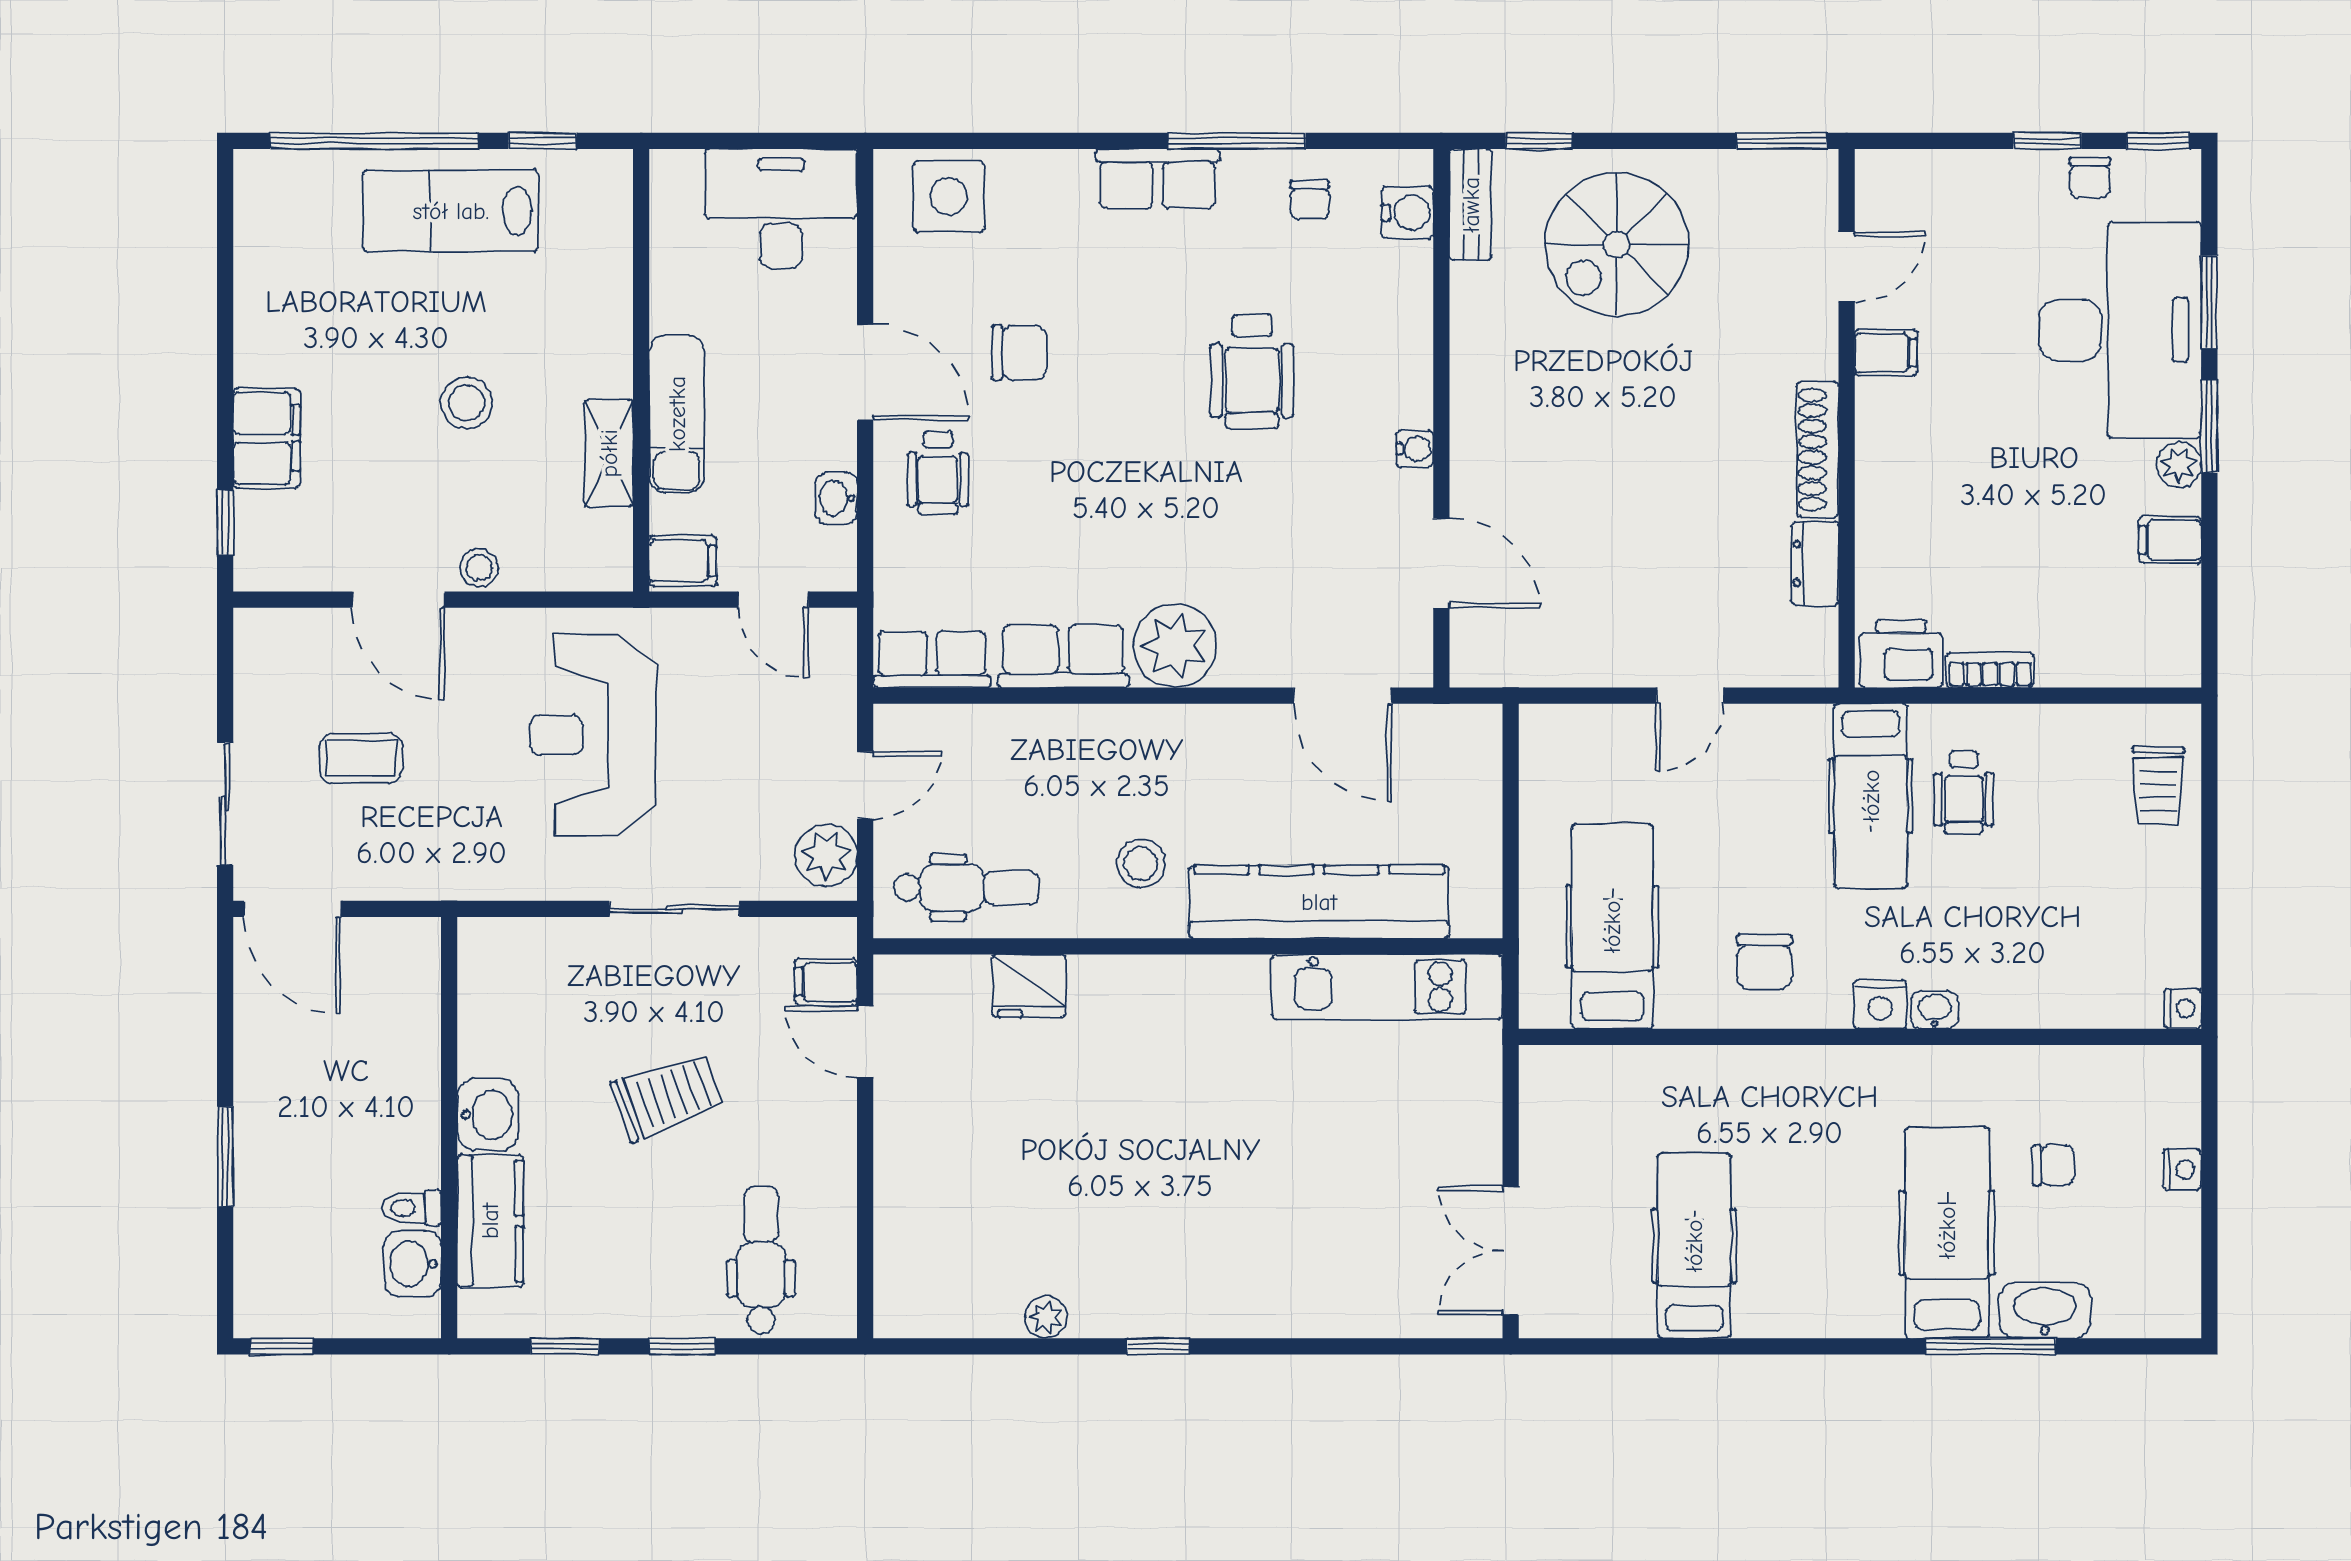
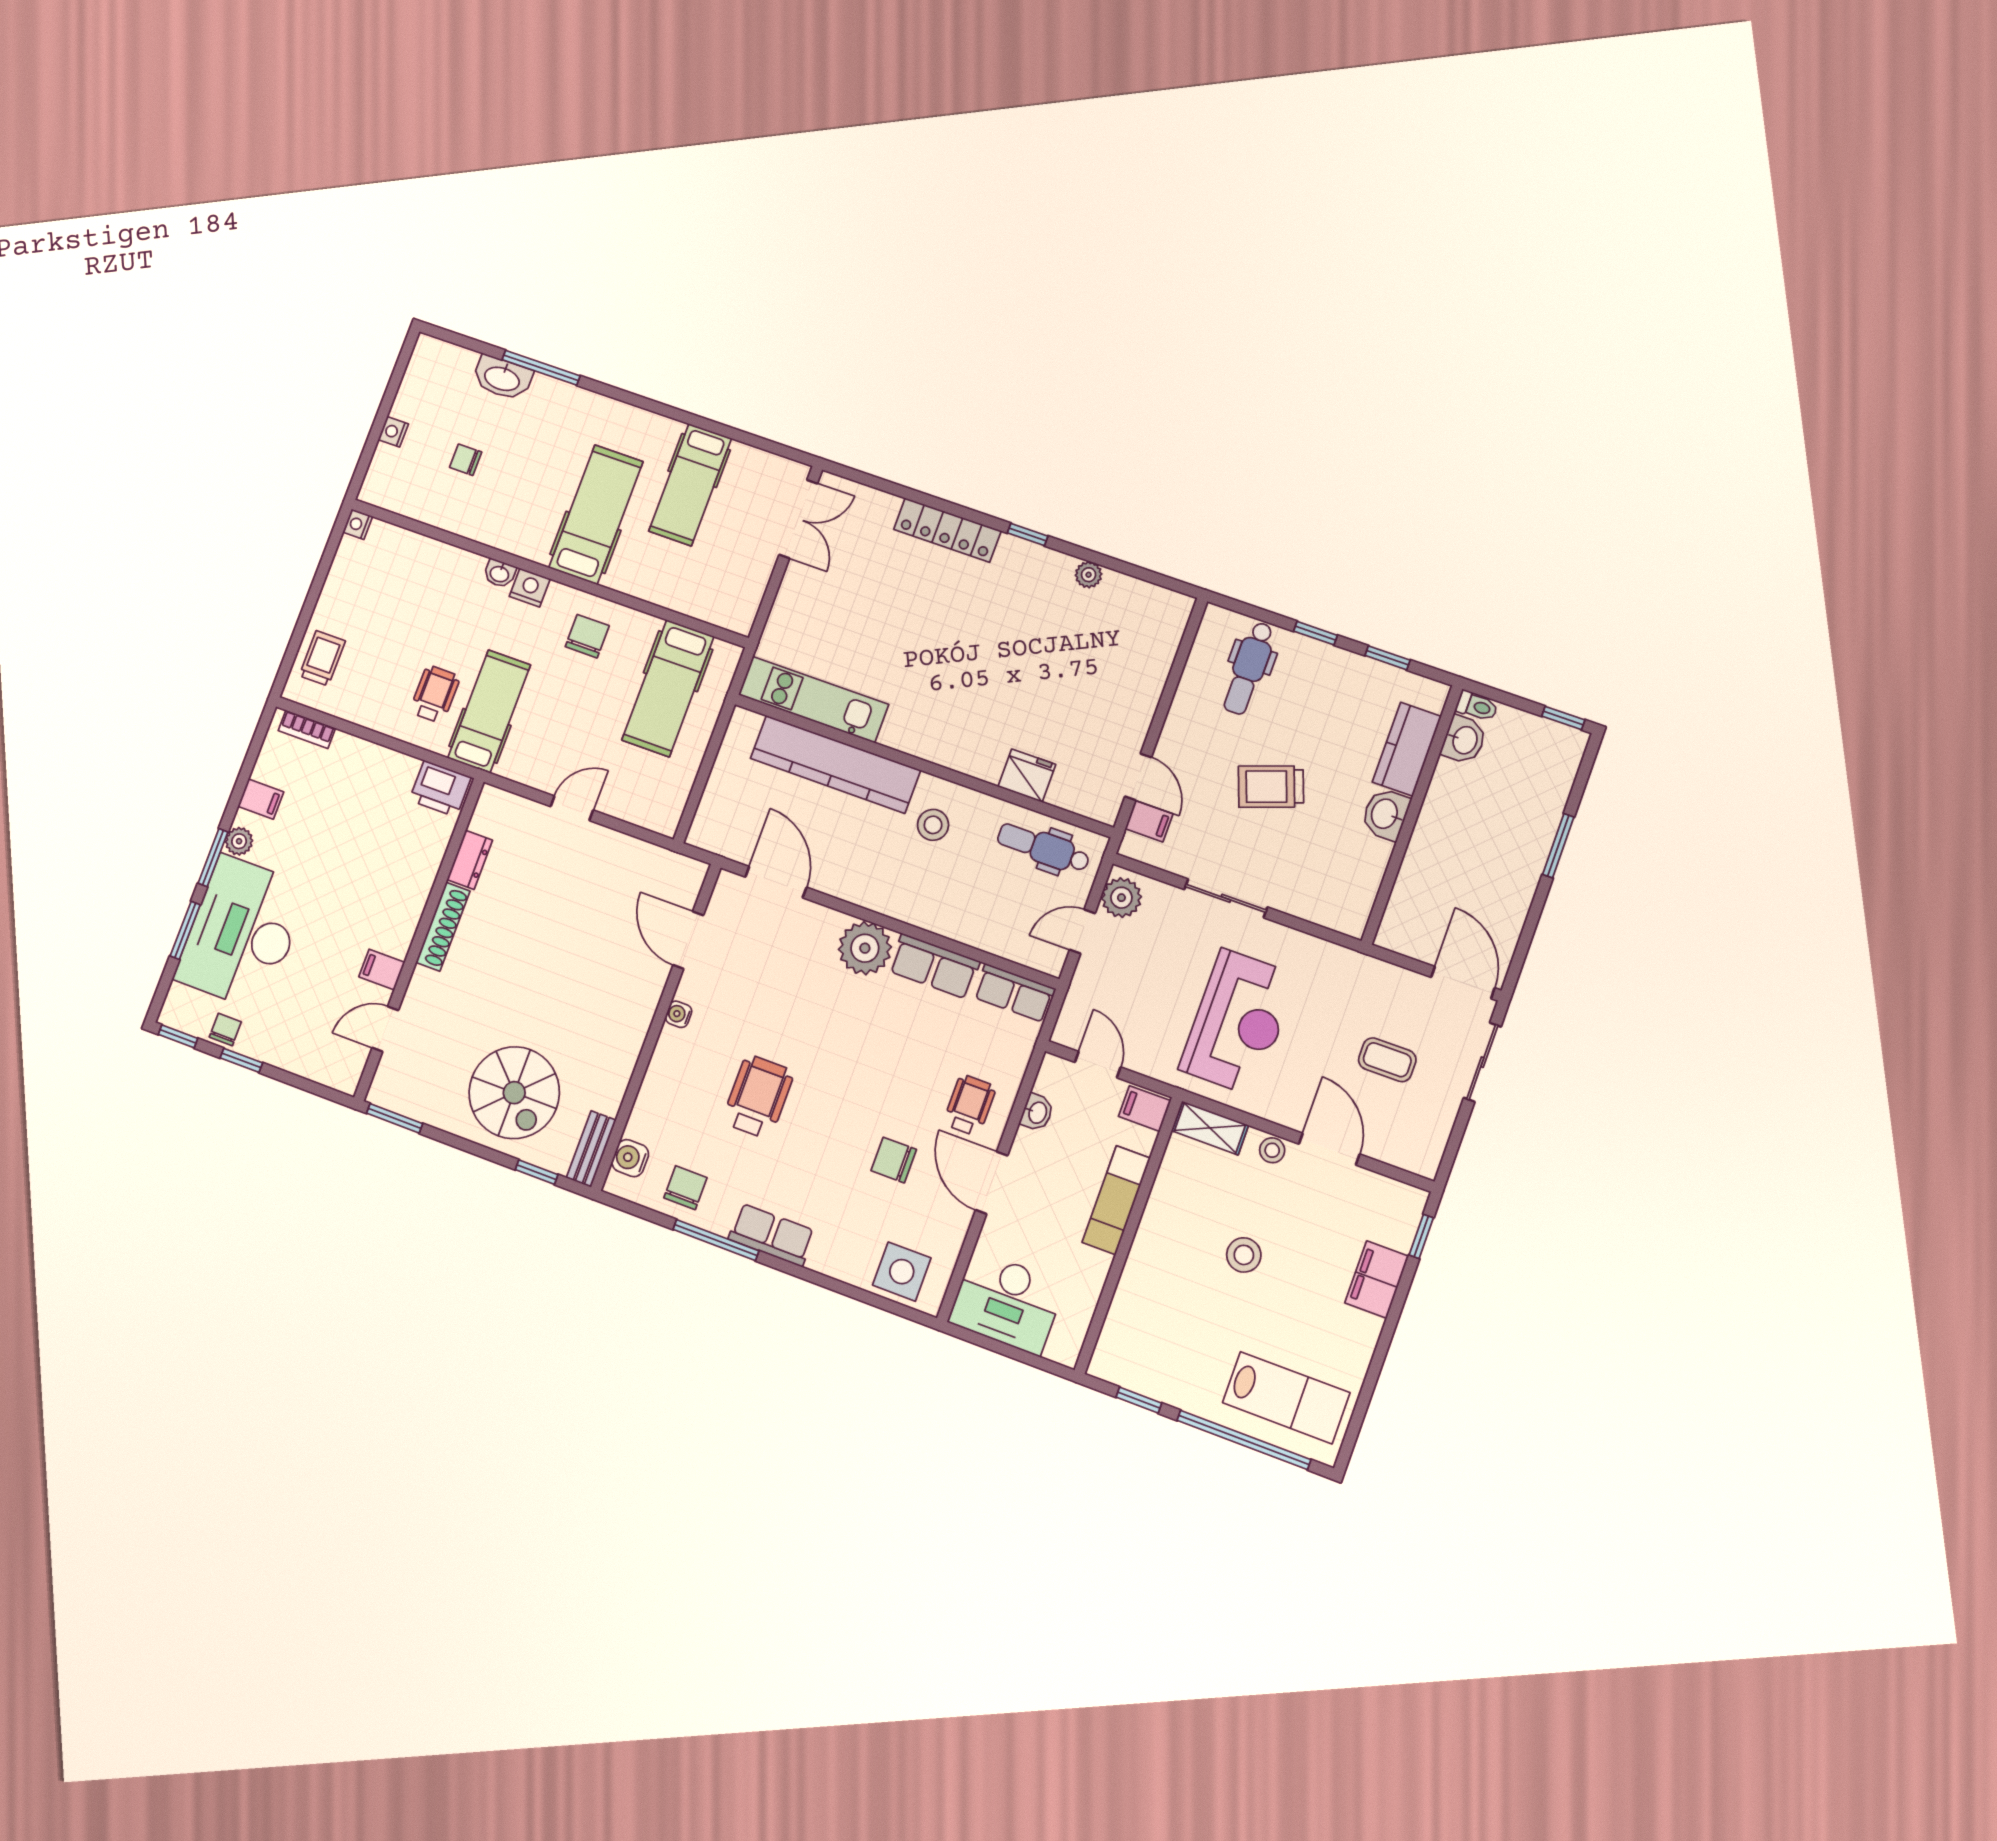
chair: (1310, 200) -> (685, 1188), width x1.37, depth x1.37
lab bench: (451, 211) -> (1286, 1398), moved
spiral stairs: (1617, 244) -> (514, 1093), turned 90
shelving: (609, 453) -> (1210, 1128), moved, turned 90
bookcase: (1990, 670) -> (307, 729), moved
toilet: (411, 1208) -> (1477, 706), moved
hospital bed: (1947, 1233) -> (596, 515), moved, turned 180
locker: (1280, 1312) -> (947, 530), added

